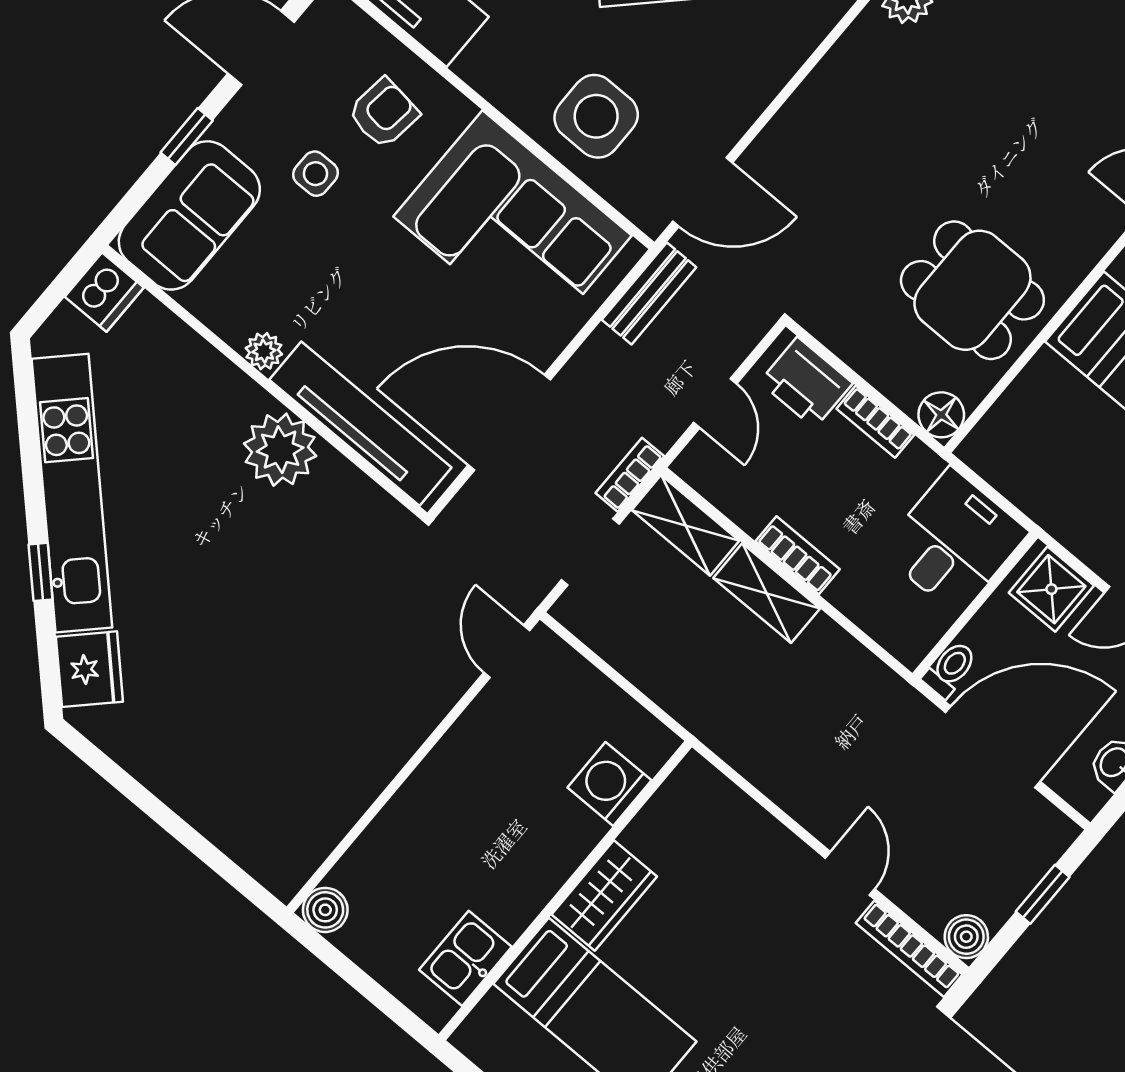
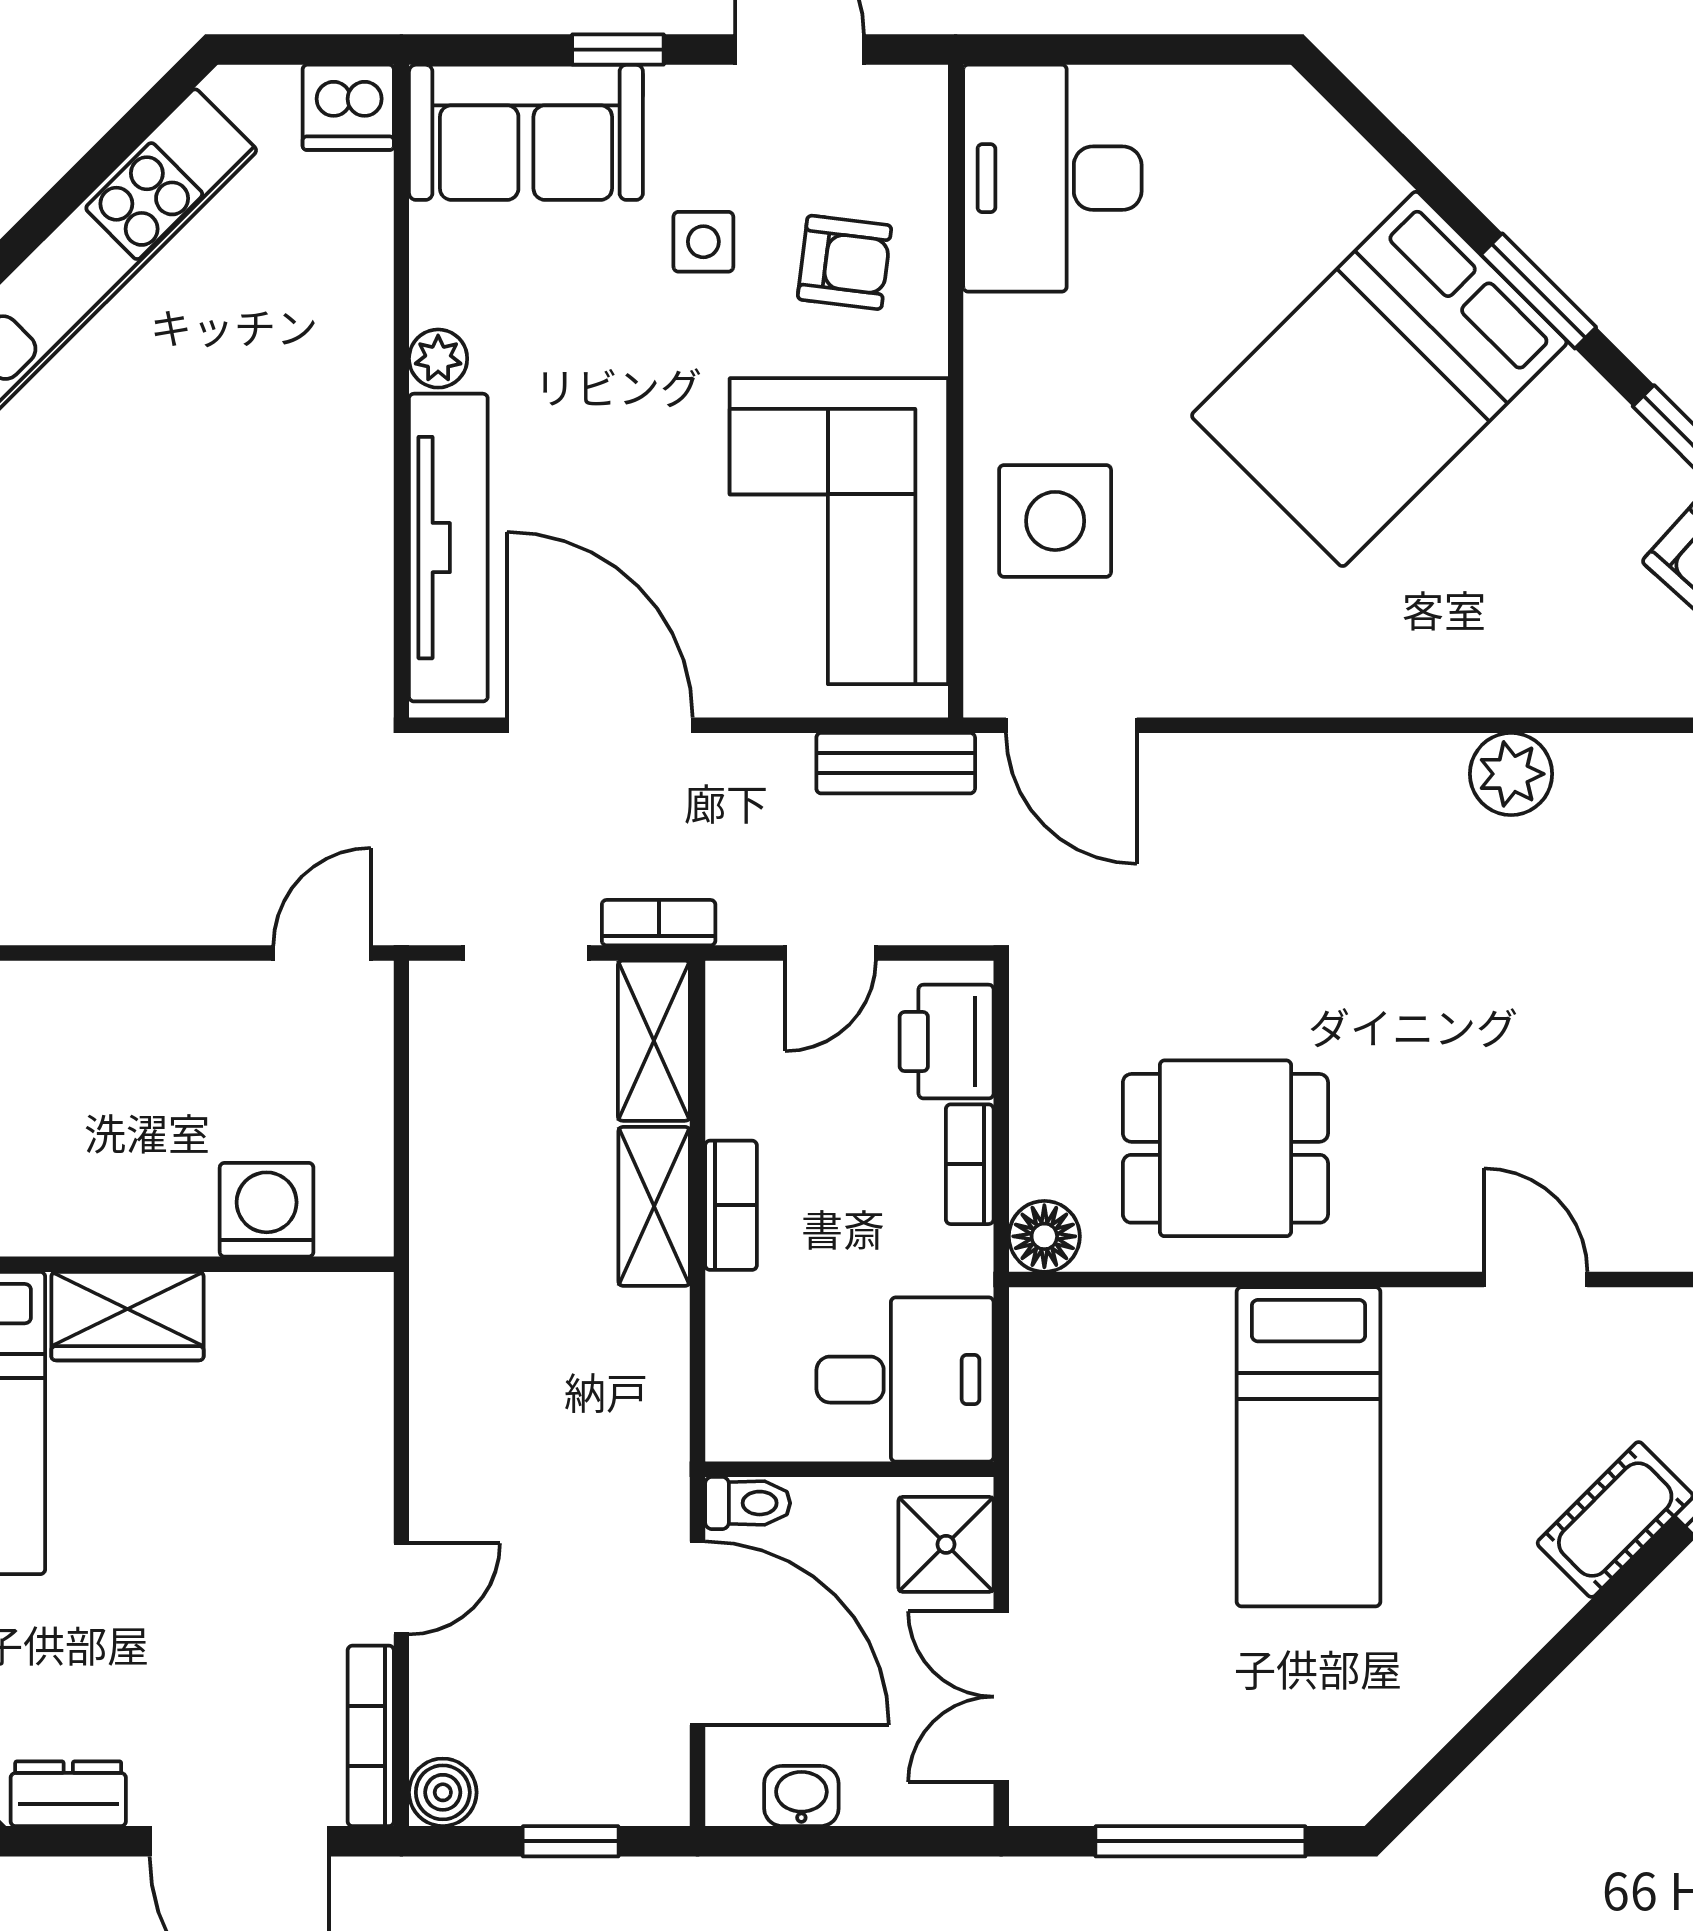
dining table: (972, 290) -> (1225, 1148), turned 90
plant: (280, 450) -> (336, 477), removed

